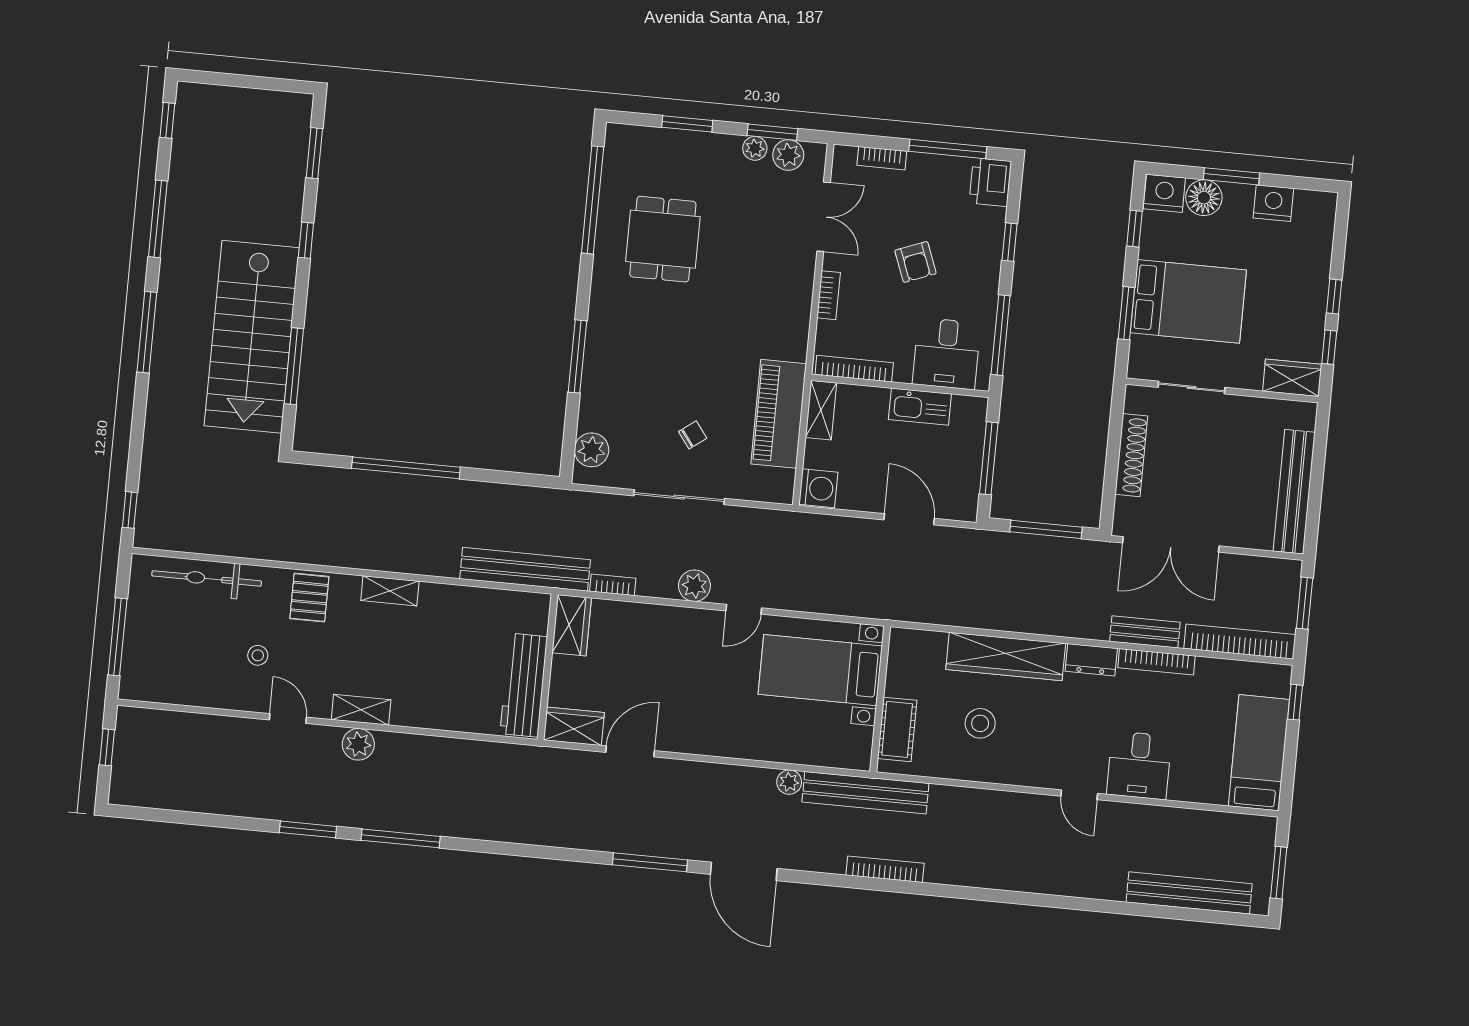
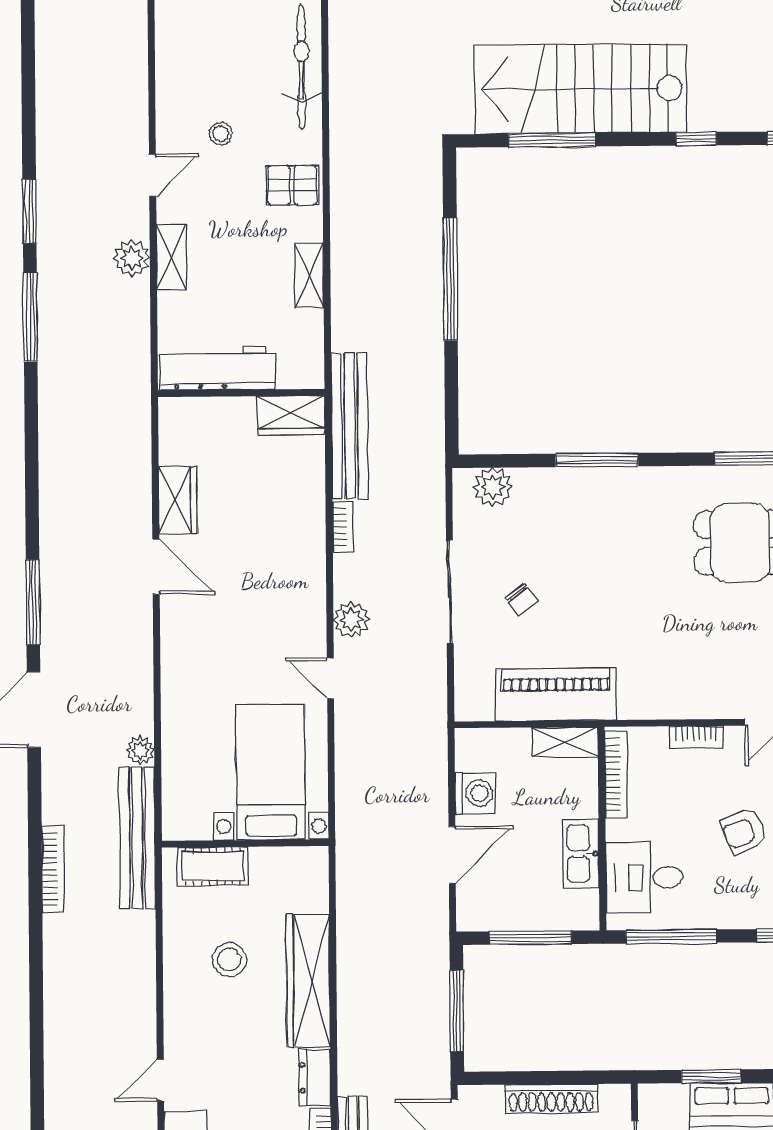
washing machine: (818, 488) -> (475, 793), moved, turned -90
wardrobe: (572, 625) -> (291, 415), moved
wall: (548, 667) -> (241, 393), moved
workbench: (524, 685) -> (218, 368), moved

